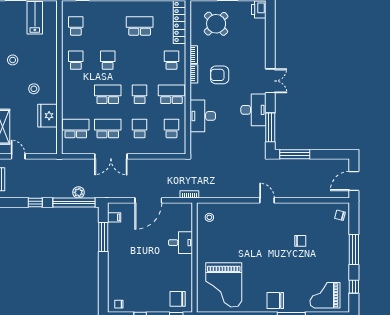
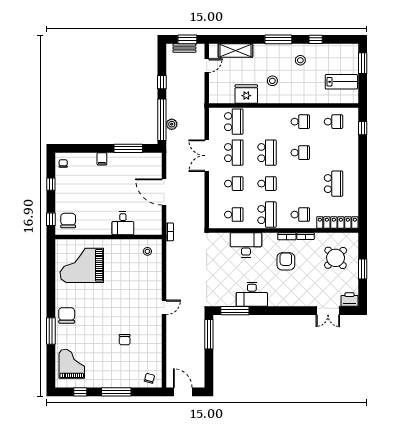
double door: (270, 81) -> (328, 311), moved
filing cabinet: (114, 217) -> (102, 159), moved

